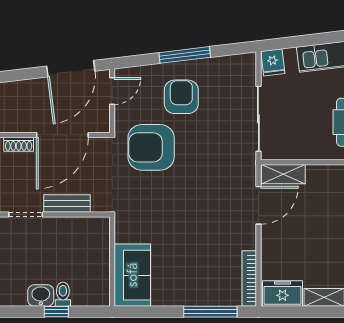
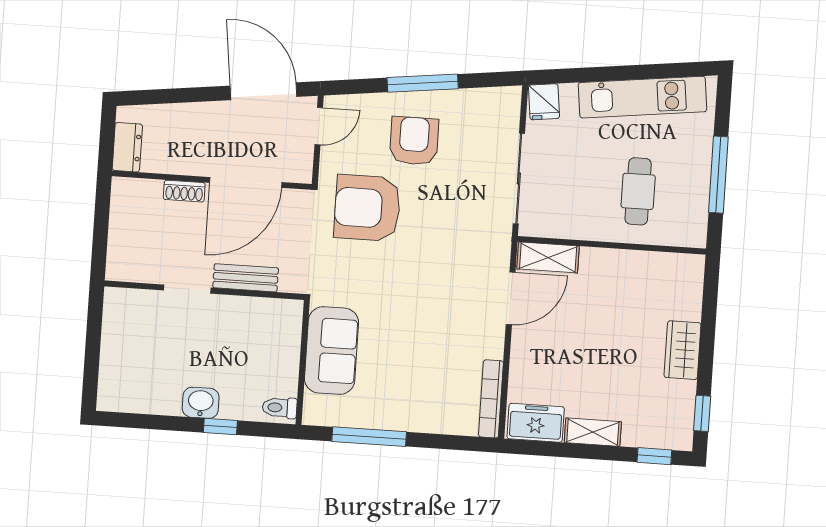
door: (71, 69) -> (264, 91), swing flipped
sofa: (132, 275) -> (332, 351), moved
toilet: (63, 294) -> (280, 408), moved, turned -90
window: (210, 312) -> (369, 437), moved

